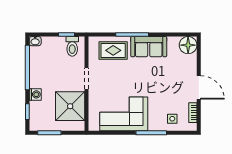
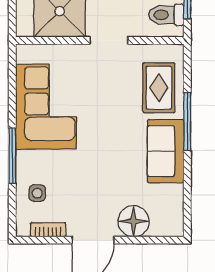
floor lamp: (188, 45) -> (134, 221), moved

